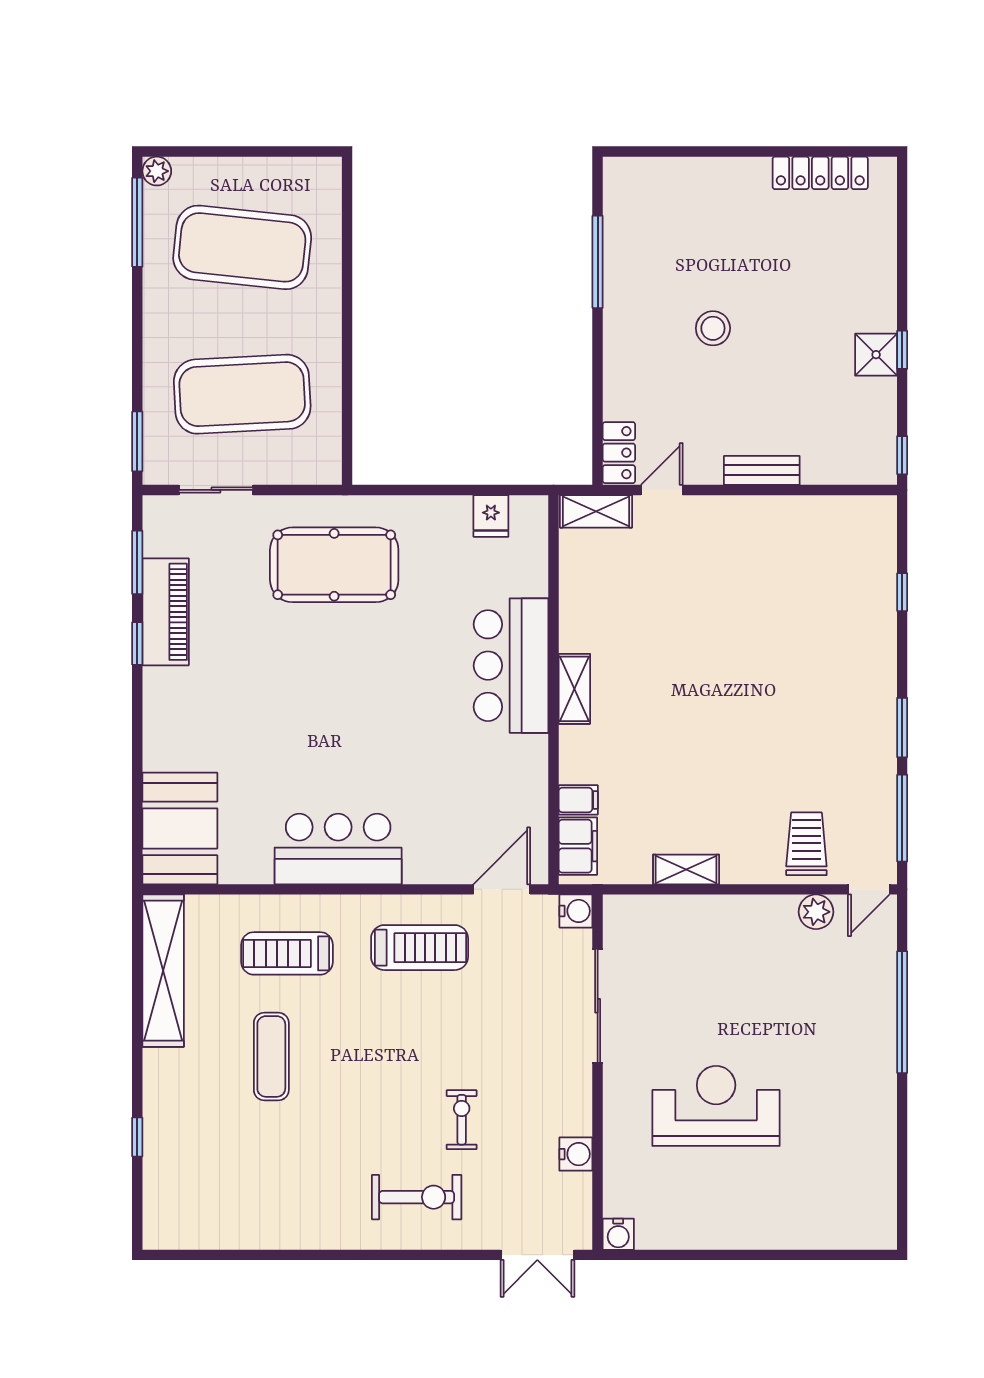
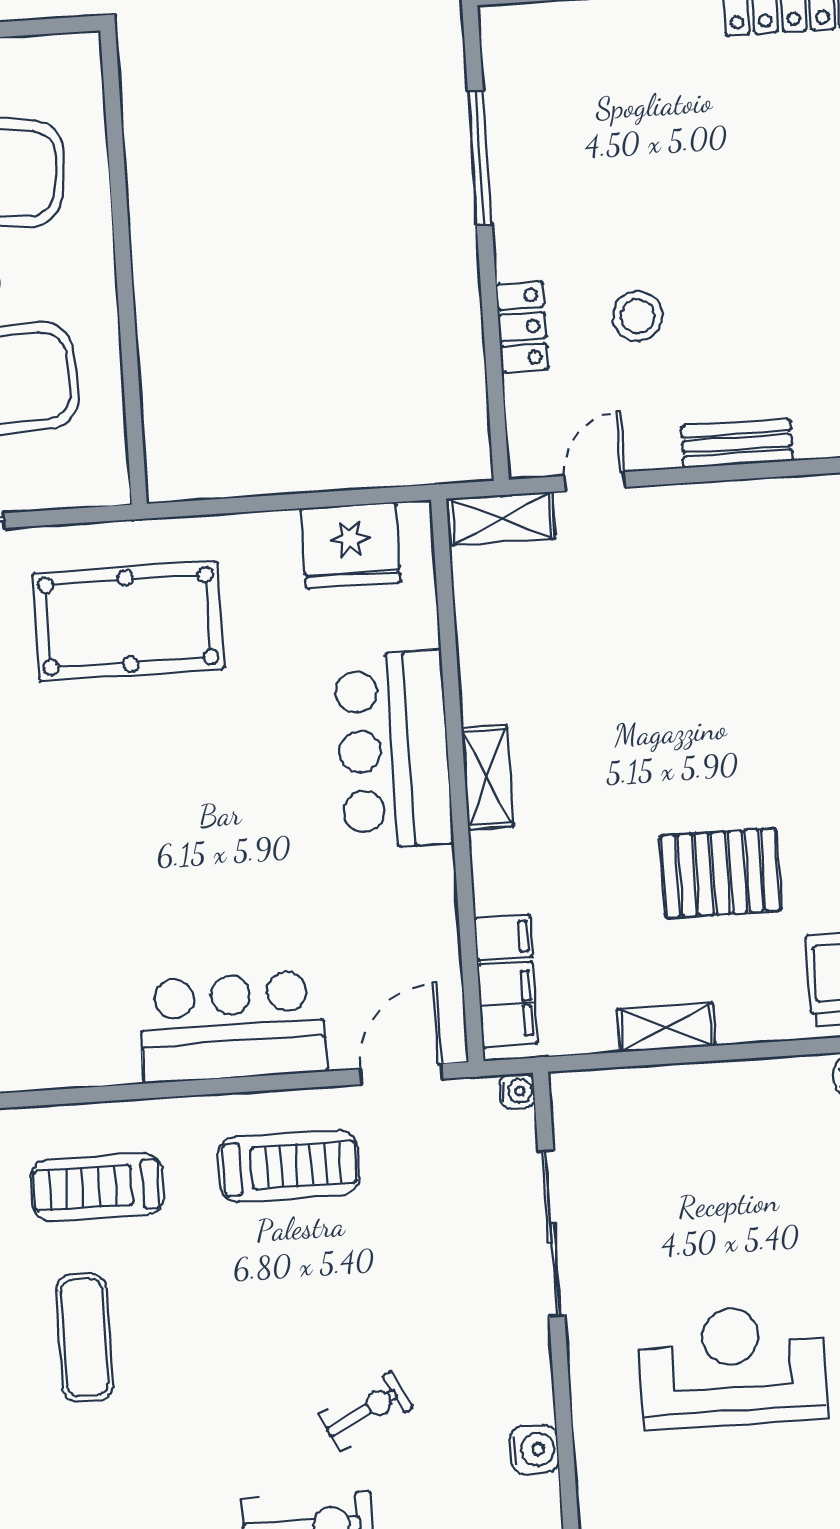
stool: (713, 328) -> (637, 316), moved
locker: (619, 453) -> (522, 327), moved
fridge: (491, 516) -> (351, 546), width x1.88, depth x1.34
pallet: (731, 766) -> (721, 873), added
bar counter: (338, 849) -> (233, 1027), moved
water cooler: (576, 911) -> (517, 1091), width x0.72, depth x0.72
exercise bike: (462, 1120) -> (366, 1411), turned 63

